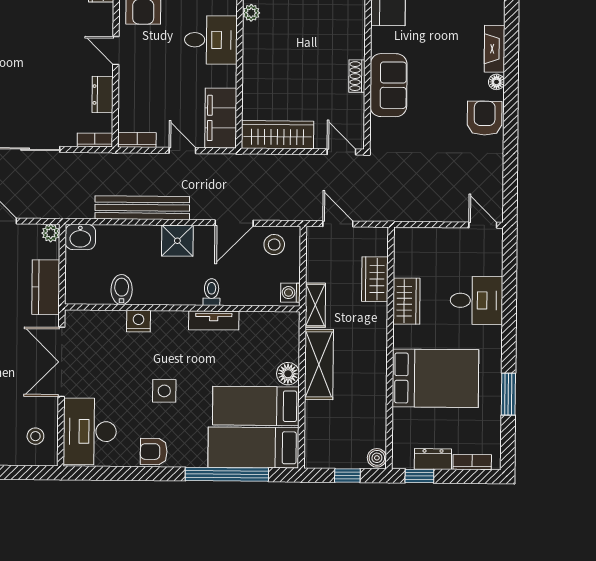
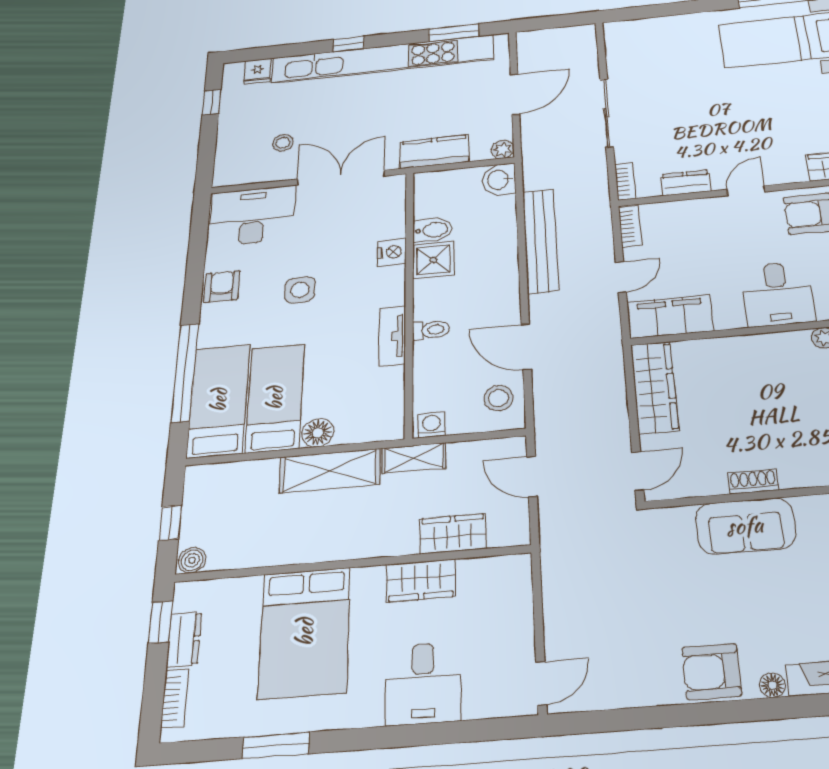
armchair: (485, 118) -> (712, 672), turned 180
door: (338, 224) -> (532, 476), swing flipped
shower: (177, 241) -> (433, 260), moved
stool: (35, 436) -> (283, 143), moved

